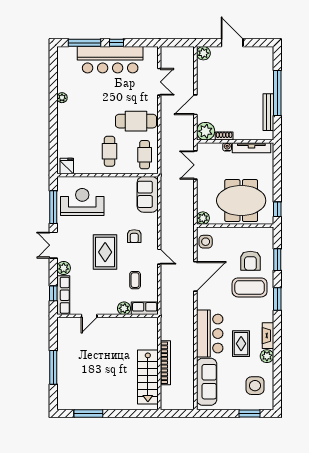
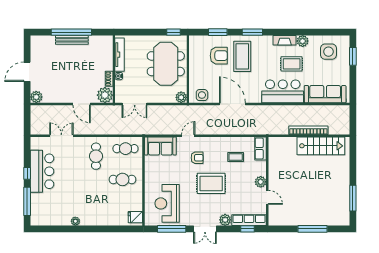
bar counter: (110, 60) -> (42, 171), width x0.73
bench: (268, 112) -> (72, 40), moved
cafe table: (136, 121) -> (96, 156), width x0.73, depth x0.74
door: (159, 257) -> (188, 136), moved
plant: (124, 308) -> (261, 182), moved

